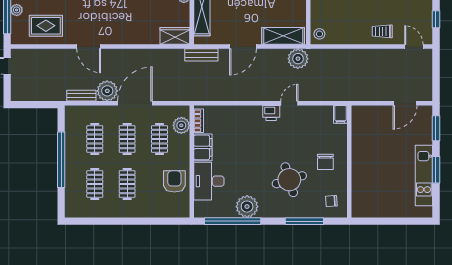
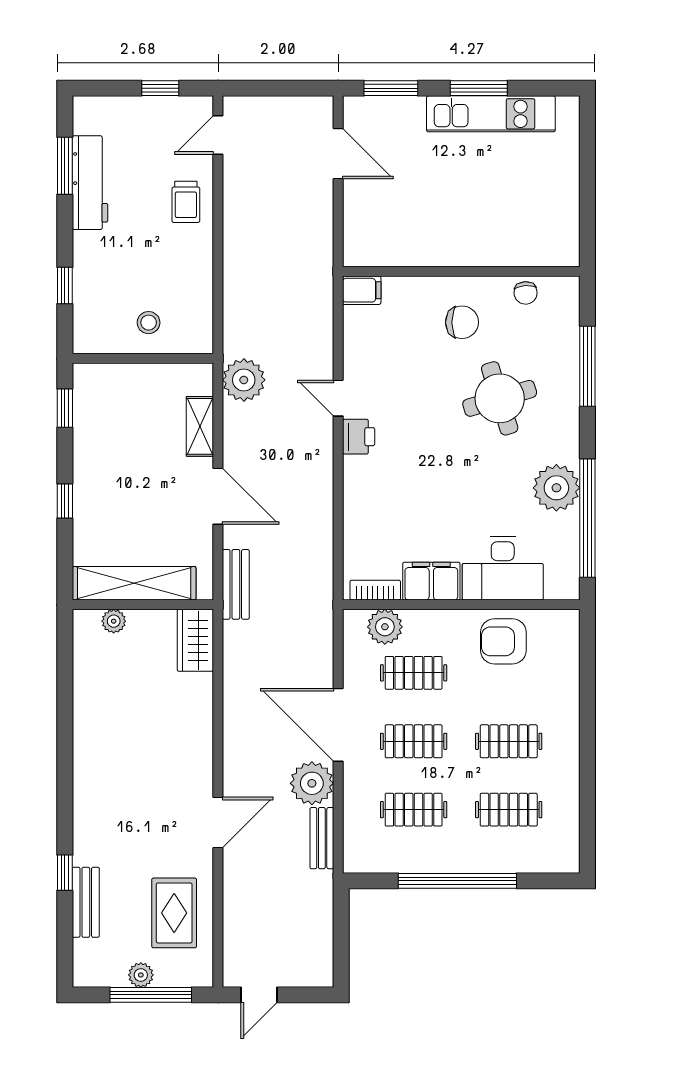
stool: (319, 34) -> (149, 323), moved
shelving: (283, 36) -> (200, 426), width x0.67, depth x0.75
chair: (331, 201) -> (526, 293), moved

